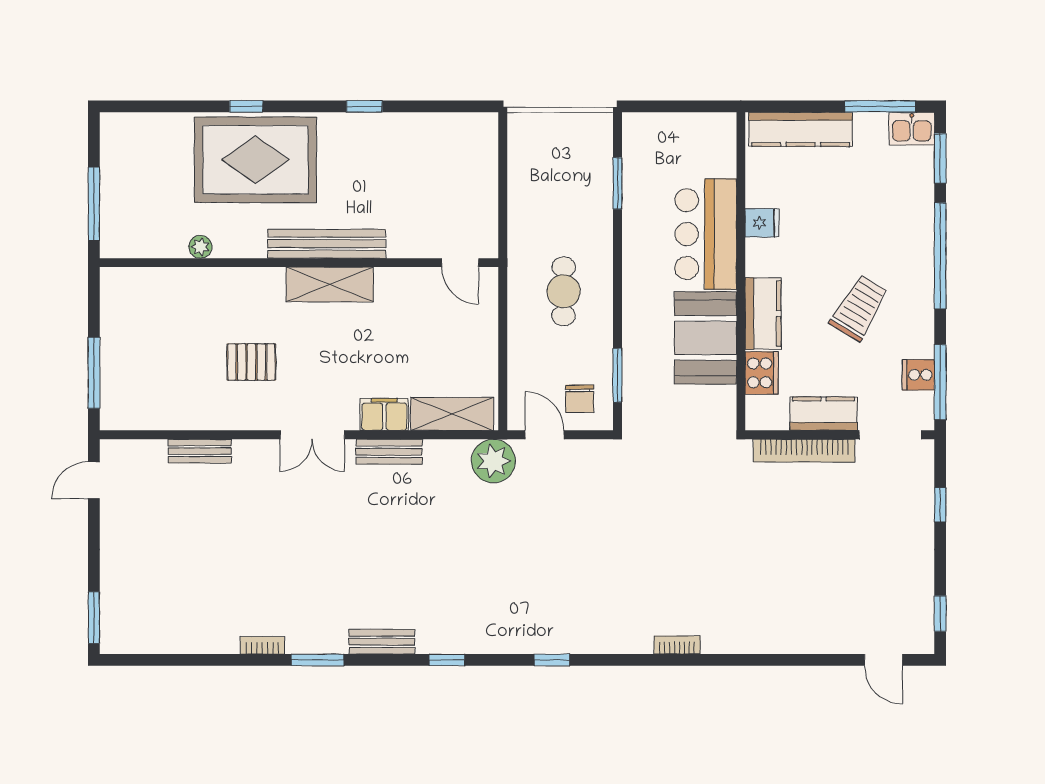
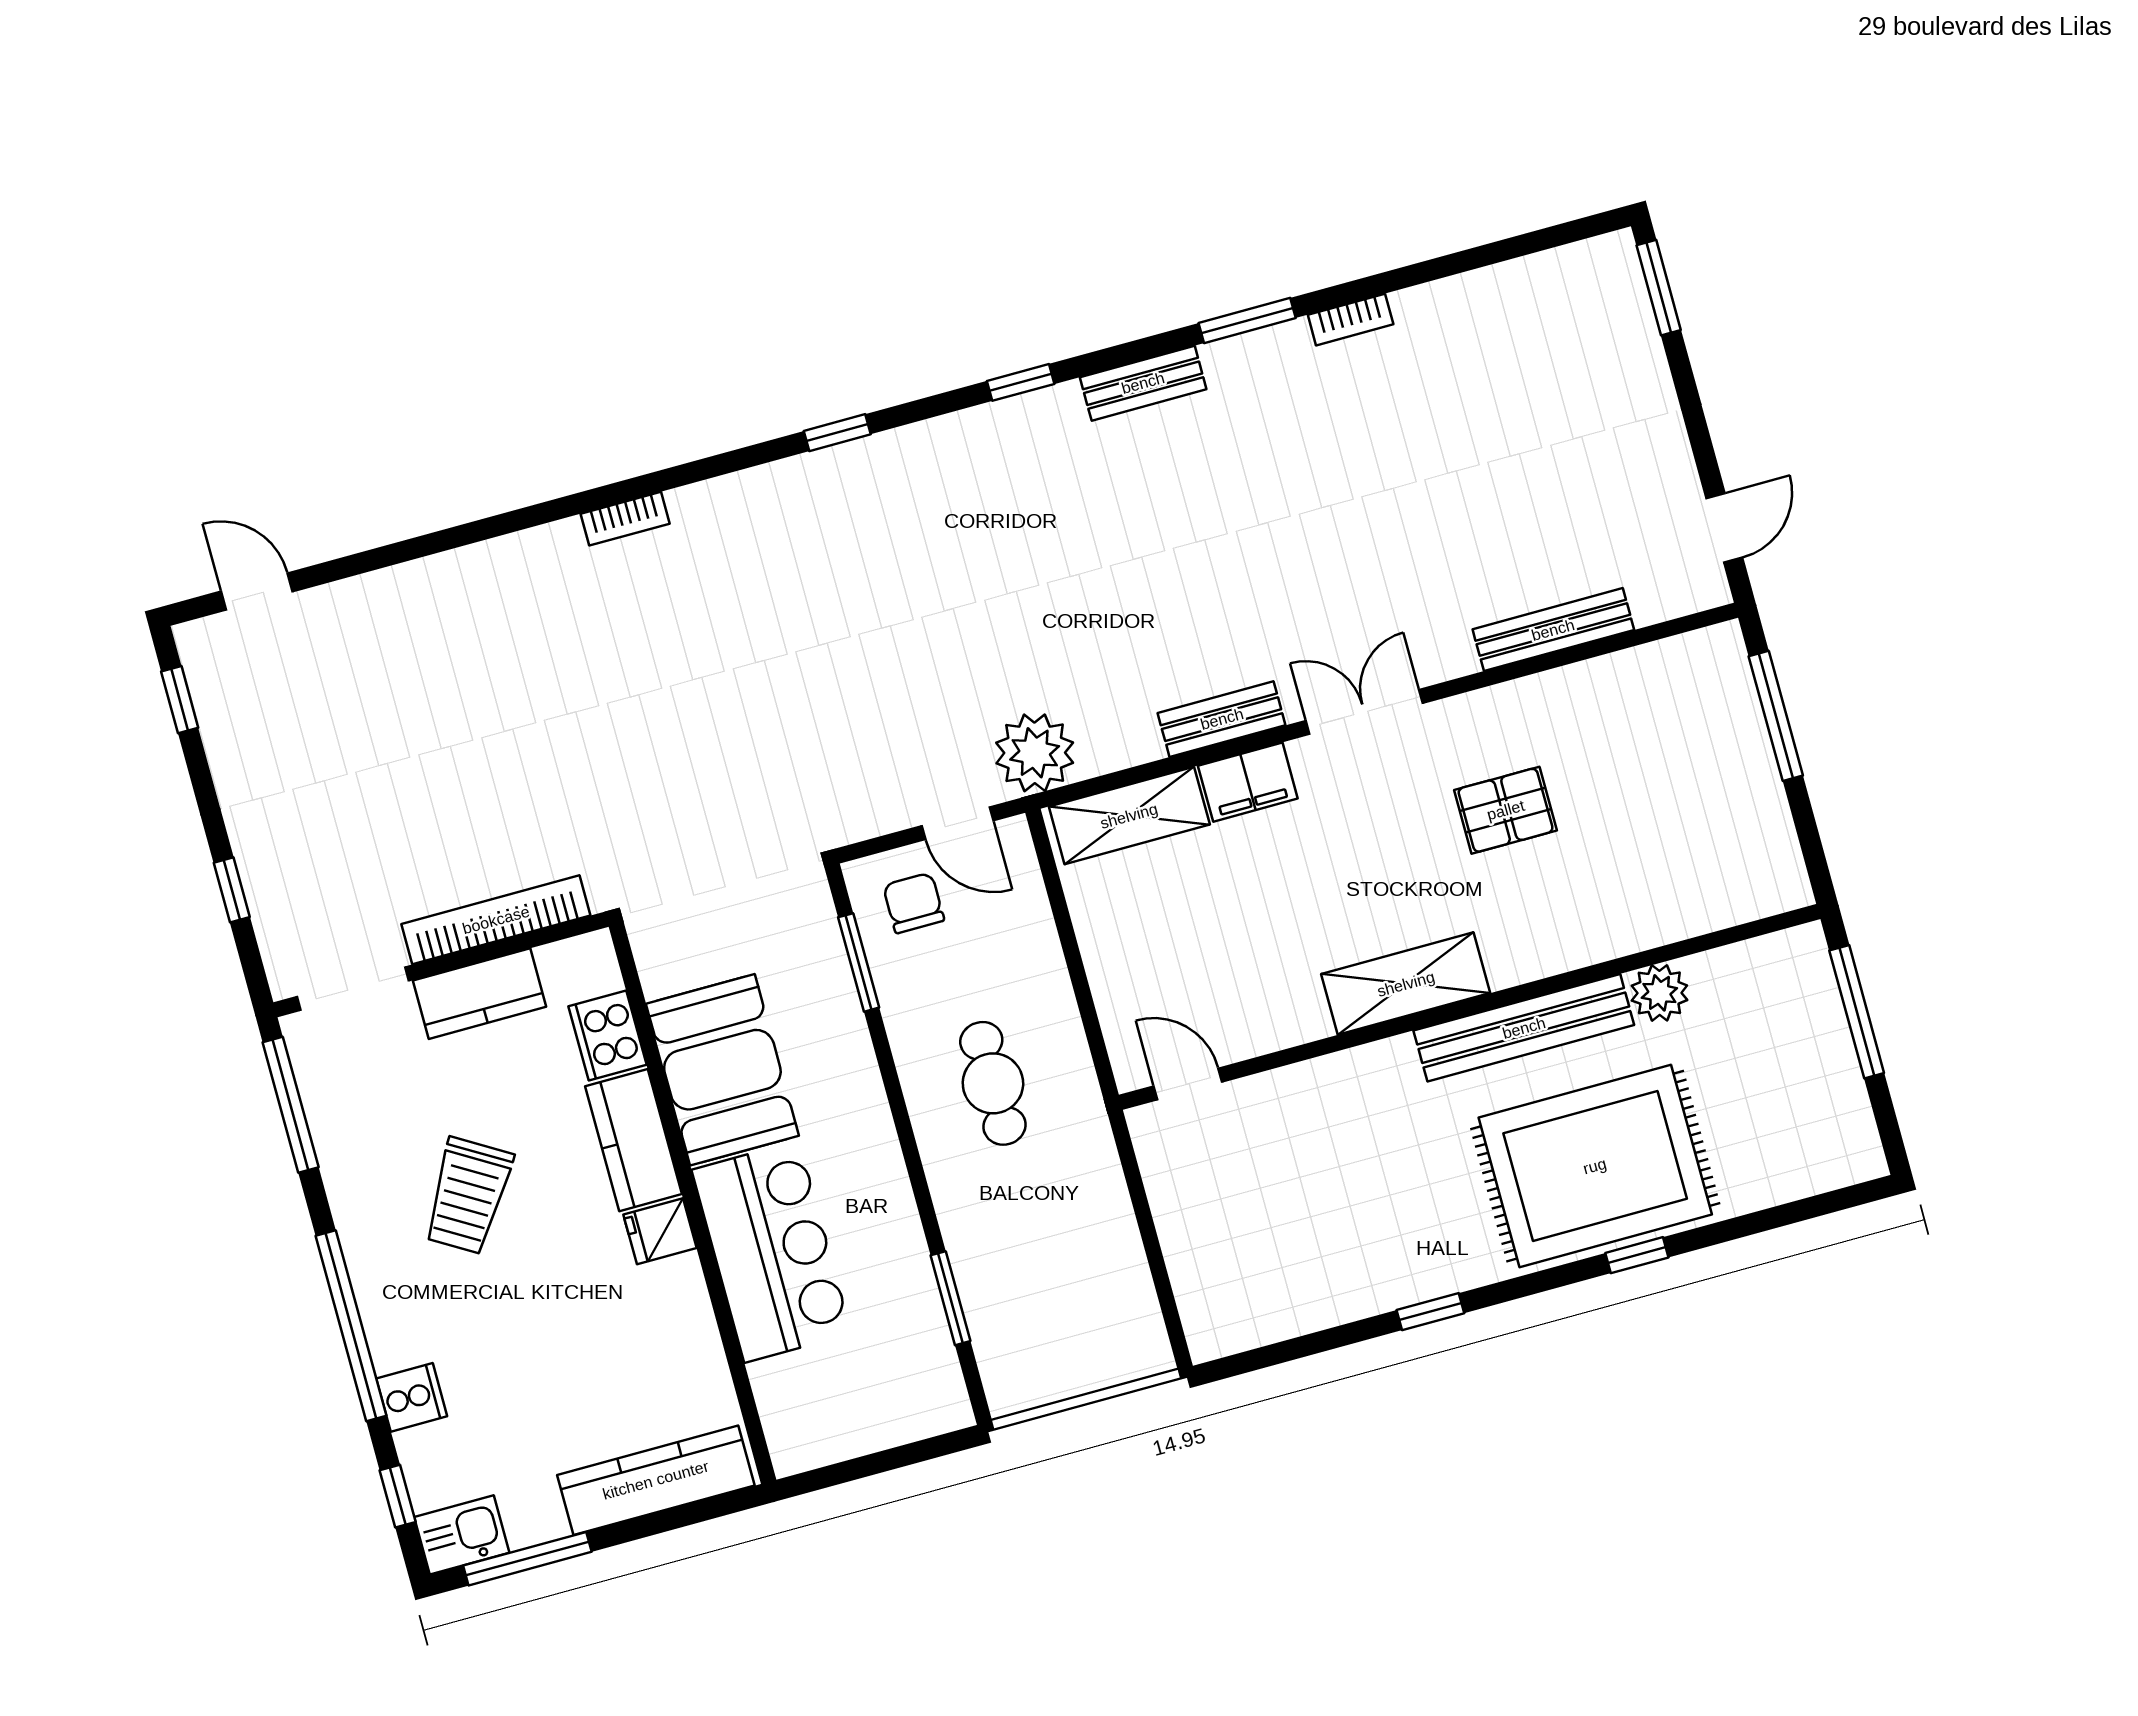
window: (940, 158) -> (398, 1496), width x0.67
fridge: (762, 223) -> (660, 1231), moved
bench: (327, 244) -> (1524, 1028), moved
plant: (200, 247) -> (1659, 993), width x1.38, depth x1.38
cooker: (918, 375) -> (412, 1397), moved
bench: (200, 451) -> (1553, 630), width x1.36

